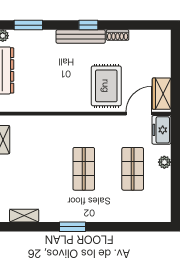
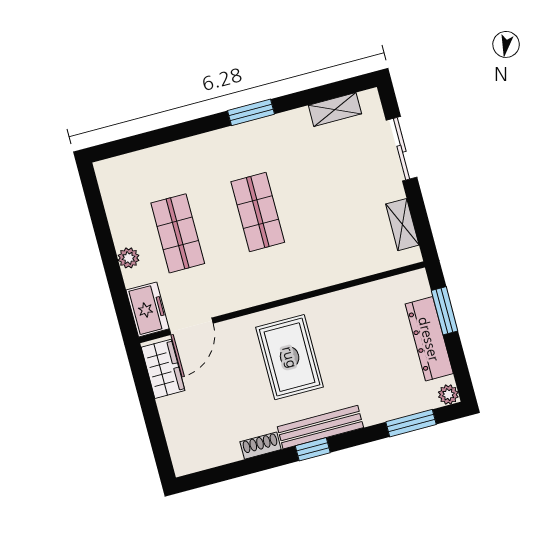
rug: (106, 86) -> (290, 357), moved

